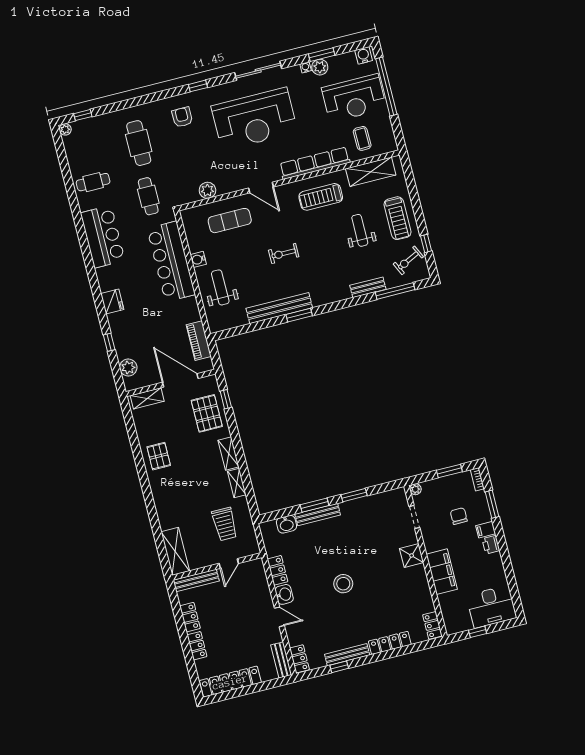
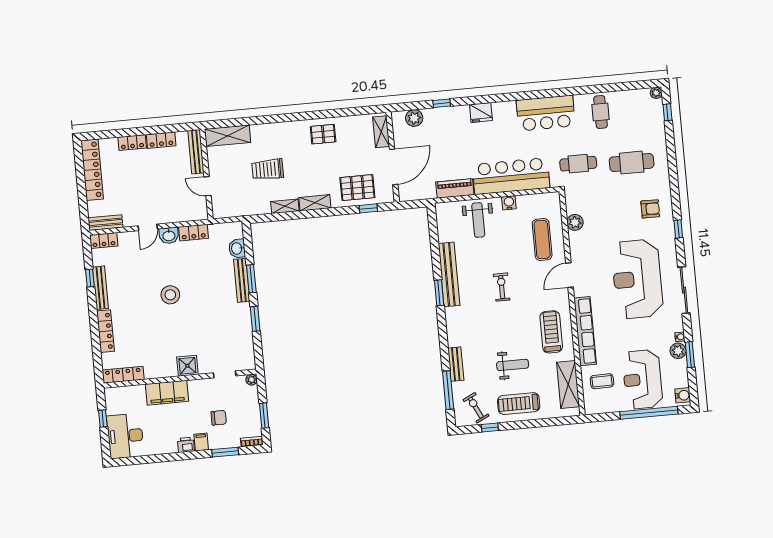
weight bench: (220, 287) -> (478, 220), turned 90
piano: (199, 341) -> (455, 188), moved
trolley: (225, 524) -> (268, 169), moved
locker: (432, 625) -> (123, 375), width x1.53

